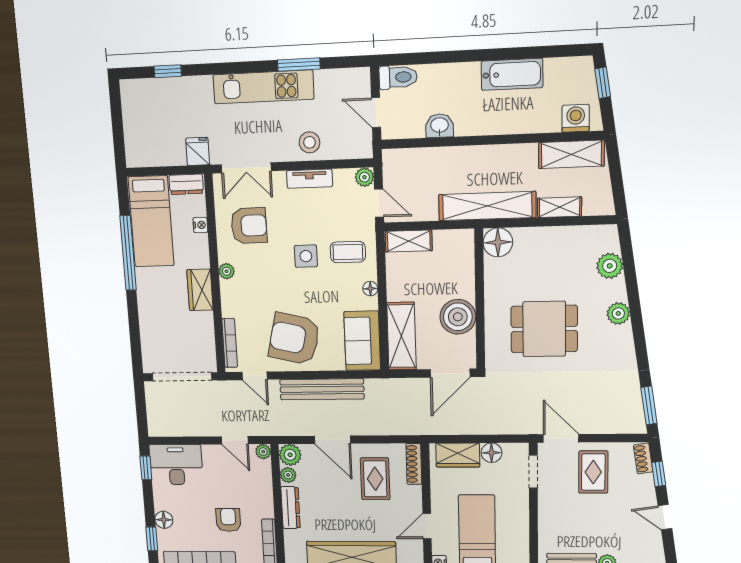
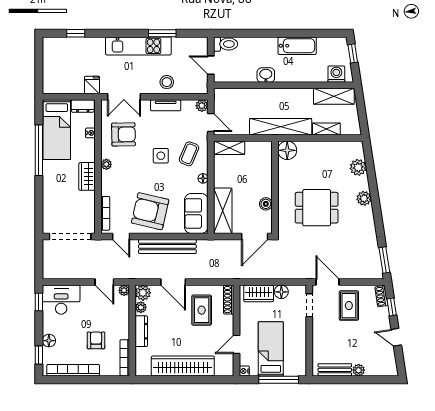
washbasin: (440, 126) -> (266, 75), moved
coffee table: (348, 252) -> (189, 154), turned -67
boiler: (458, 317) -> (266, 204), width x0.54, depth x0.54

